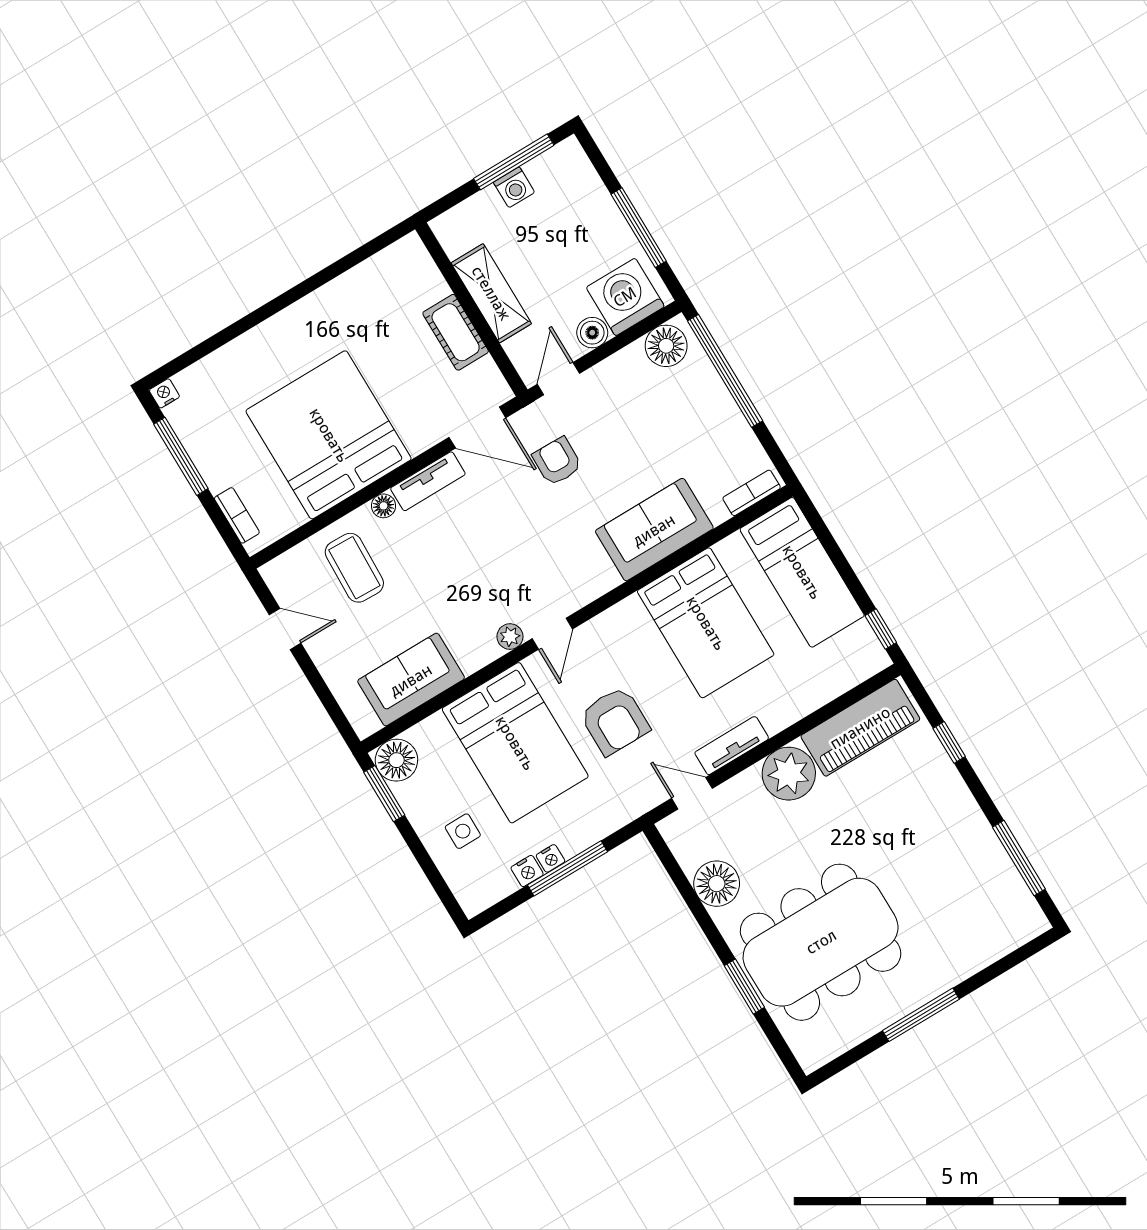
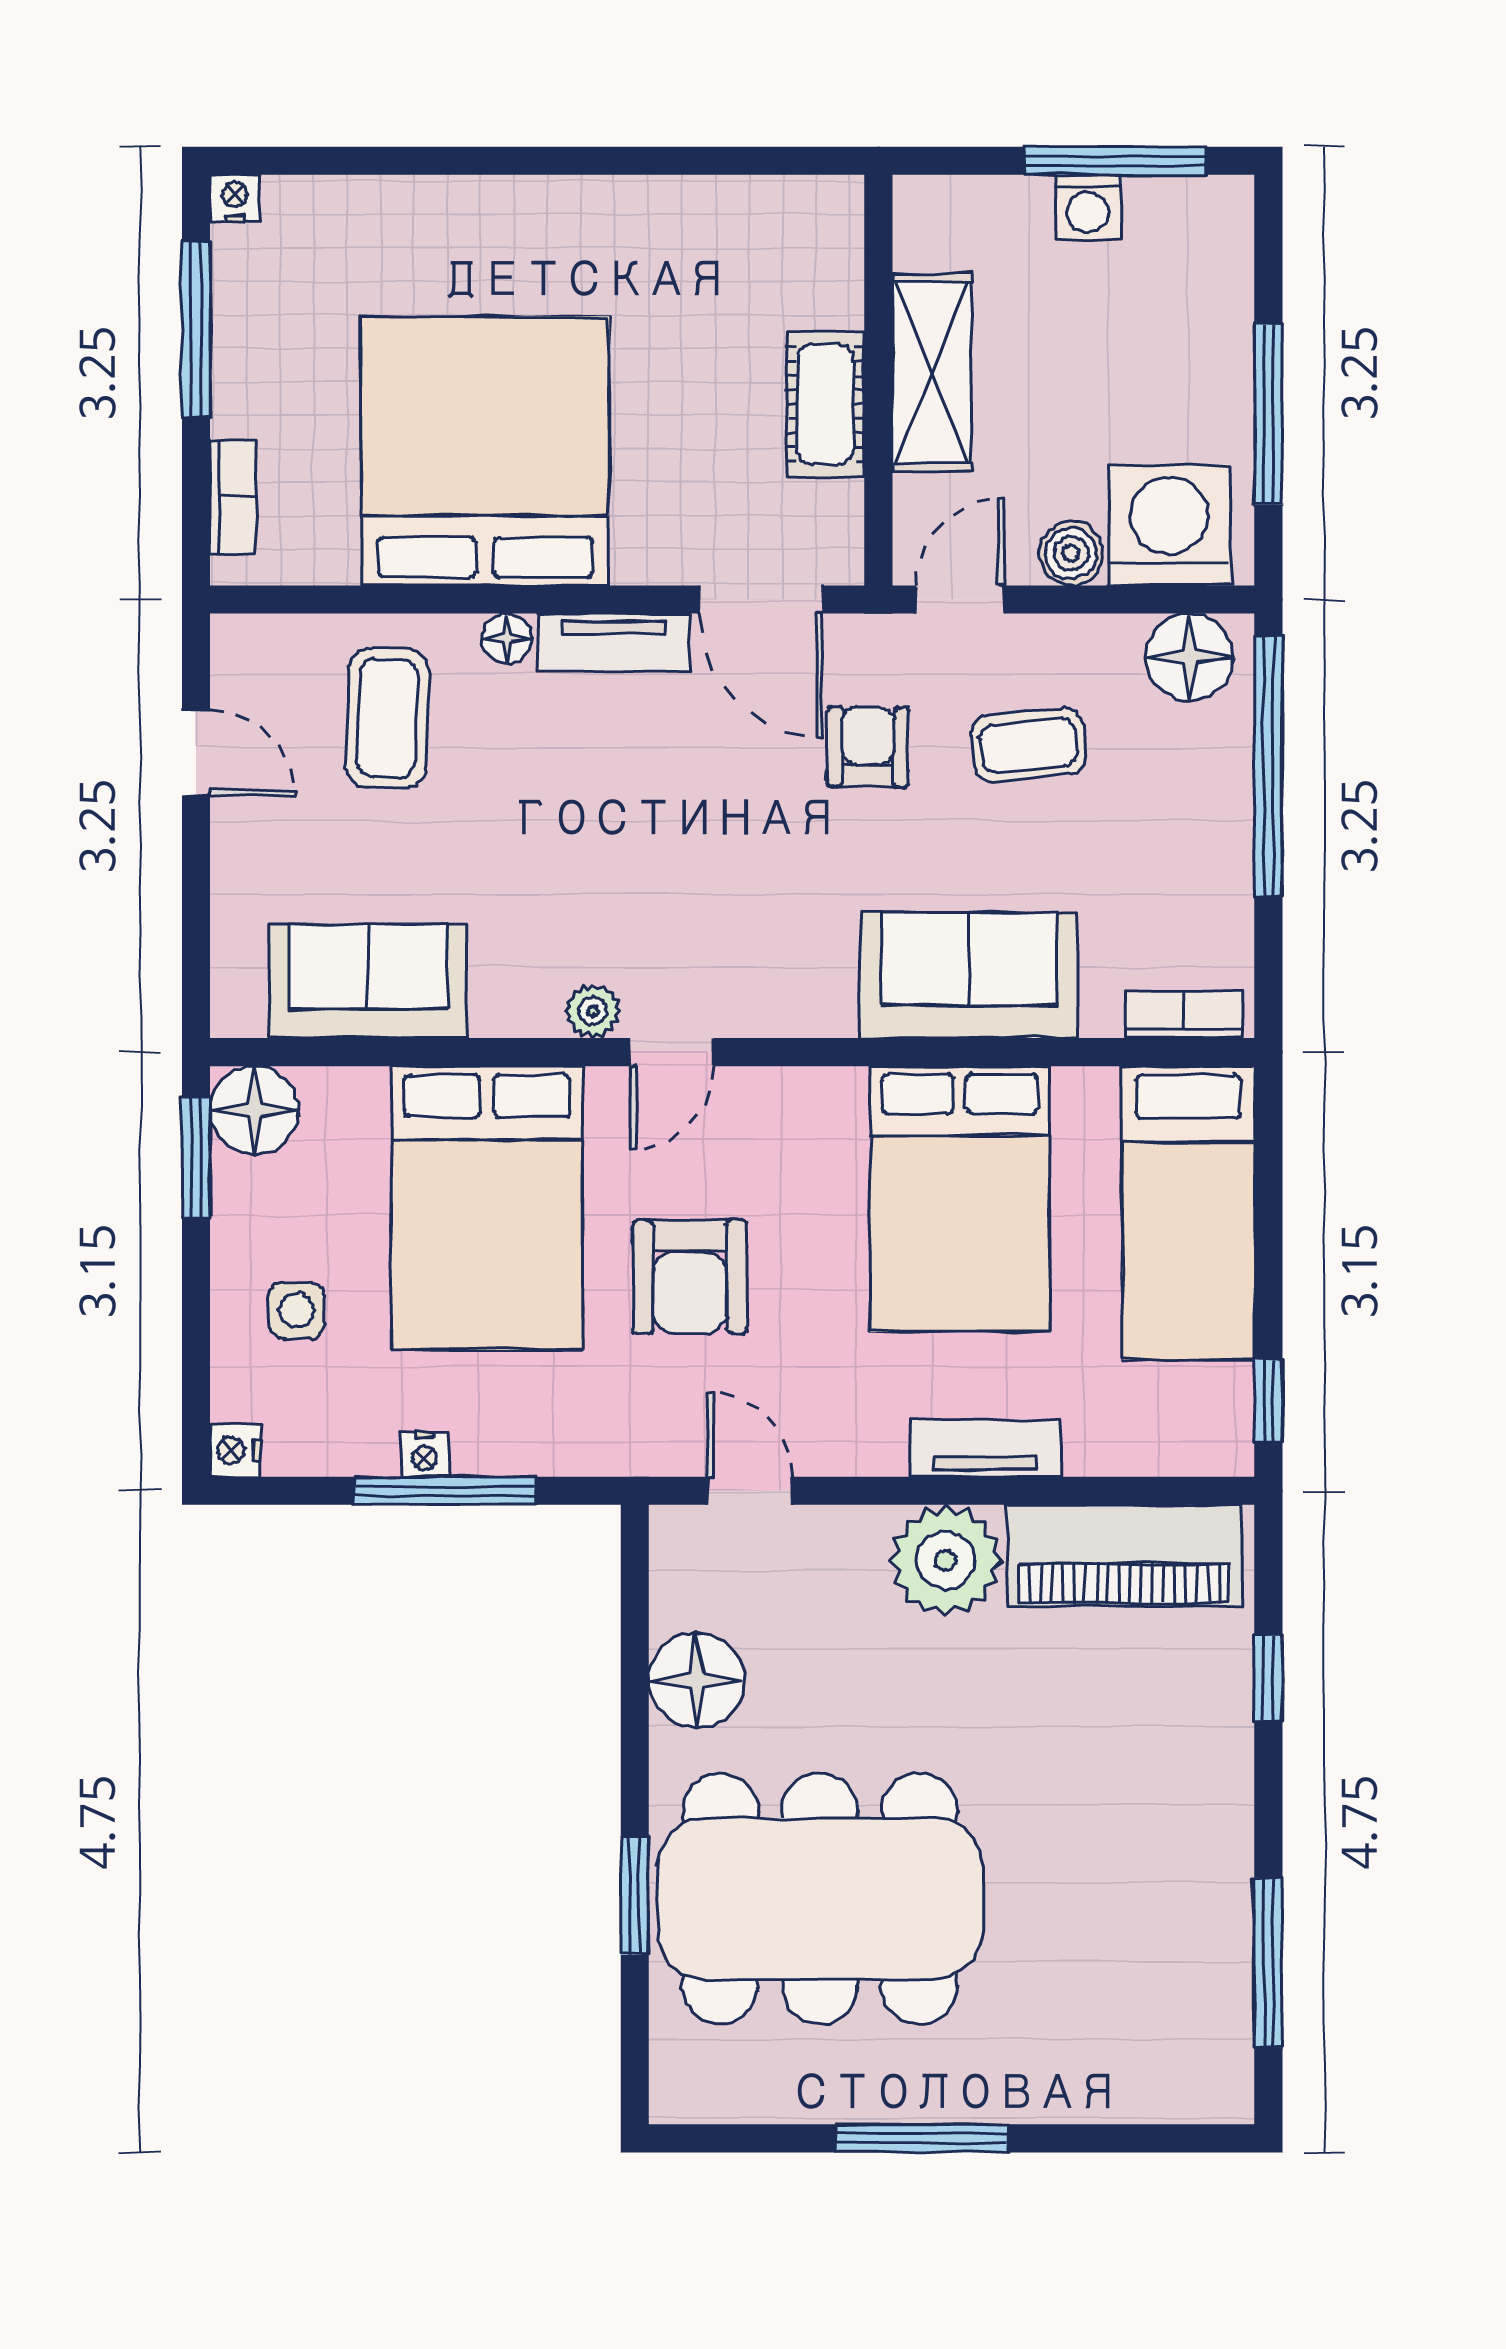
coffee table: (622, 421) -> (1029, 745), added
tv unit: (732, 746) -> (985, 1448), moved
nightstand: (527, 871) -> (235, 1450), moved, turned 90

